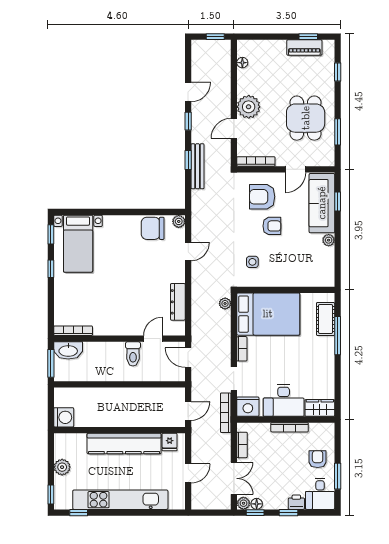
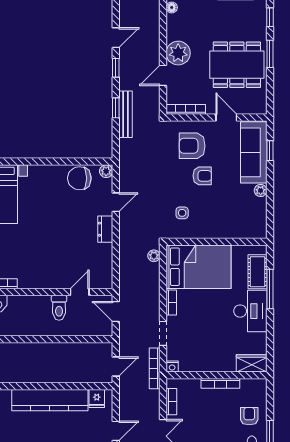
dining table: (306, 118) -> (237, 65), width x1.38
window: (338, 132) -> (270, 54), moved
door: (295, 169) -> (226, 118), swing flipped
dresser: (178, 302) -> (105, 229), moved, width x0.70
desk: (284, 400) -> (250, 311), moved, turned -90
nightstand: (248, 407) -> (172, 367), width x0.53, depth x0.56

